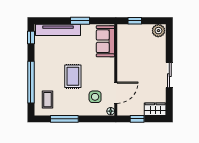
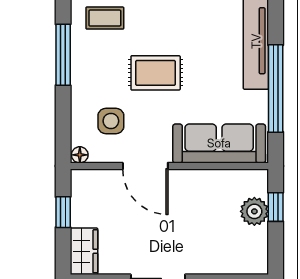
window: (80, 21) -> (276, 88), width x2.11
plant: (158, 31) -> (254, 211), moved
sofa: (105, 41) -> (219, 143), width x1.36
door: (116, 93) -> (145, 166), moved

